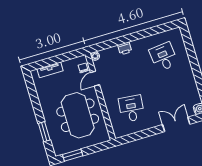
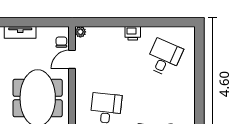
printer: (125, 48) -> (133, 33), moved
desk: (164, 57) -> (164, 58), turned 30

